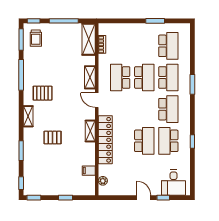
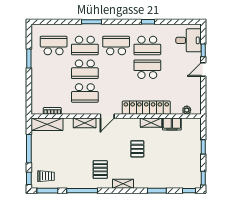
school desk: (144, 77) -> (85, 69), turned 180
school desk: (168, 77) -> (85, 46), turned 180
shelving: (90, 131) -> (151, 123), moved
pallet: (53, 138) -> (137, 149), moved
filing cabinet: (89, 171) -> (172, 124), width x2.00

